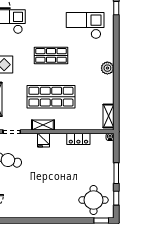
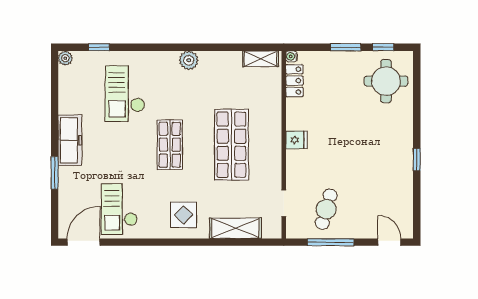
shelving: (43, 125) -> (274, 157), removed
locker: (78, 139) -> (294, 81), moved
fridge: (44, 140) -> (296, 140), moved
window: (101, 221) -> (417, 160), moved

